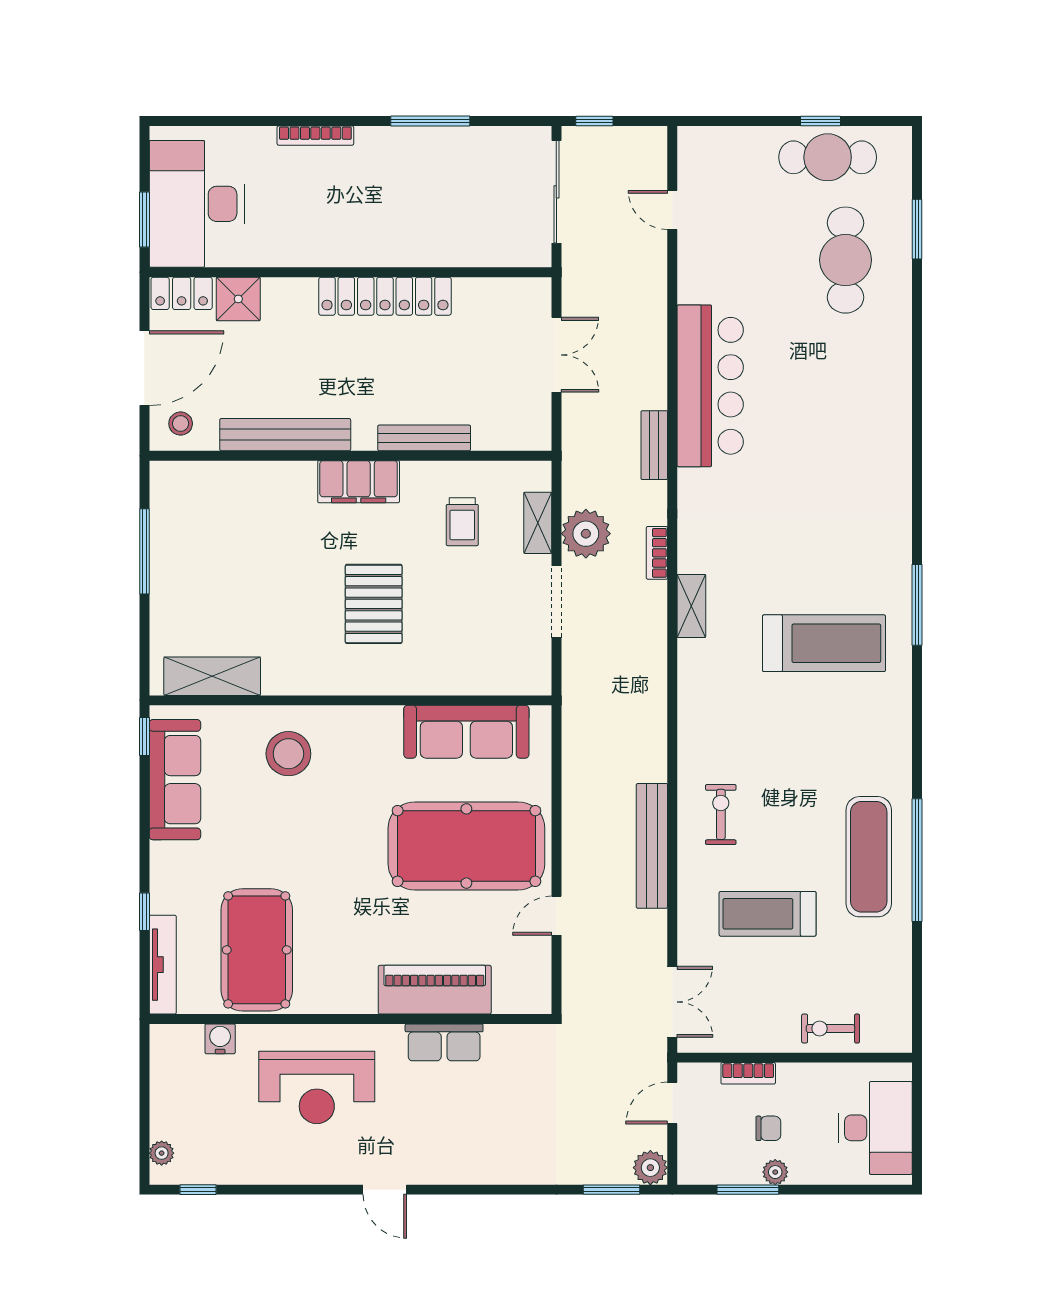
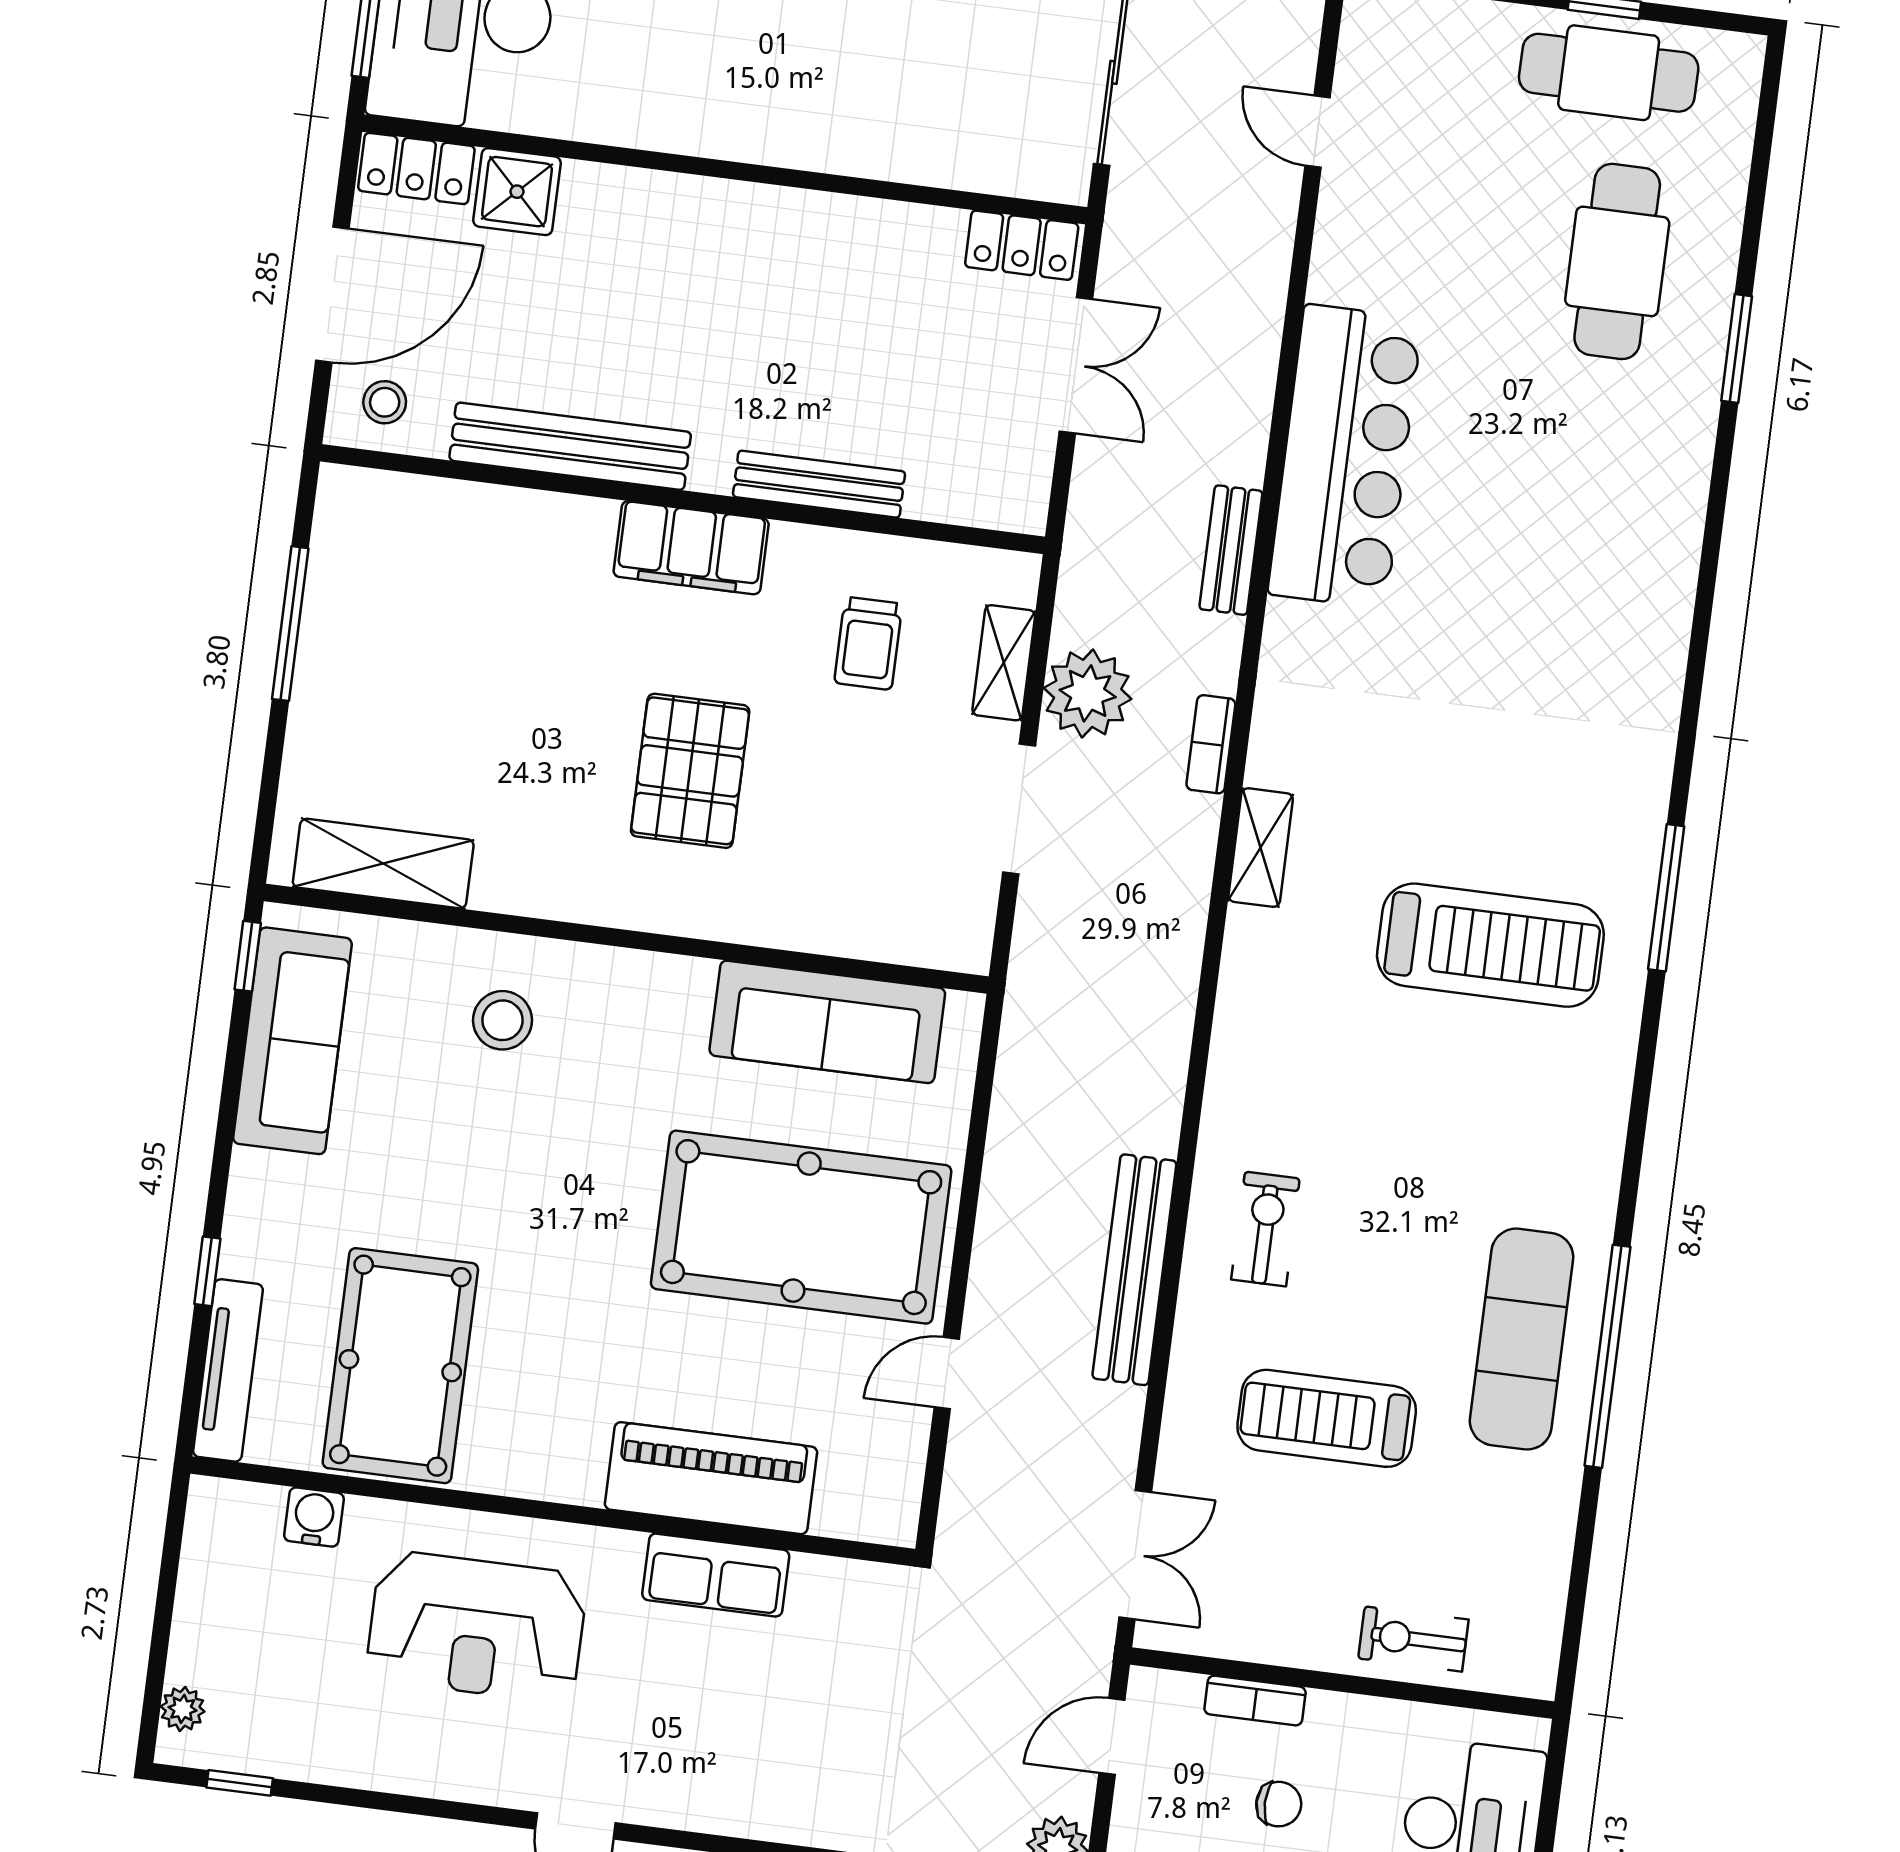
window: (917, 229) -> (1737, 348), moved
locker: (385, 296) -> (1022, 245), moved, width x0.46, depth x0.83
stool: (288, 754) -> (503, 1020), width x0.73, depth x0.73

